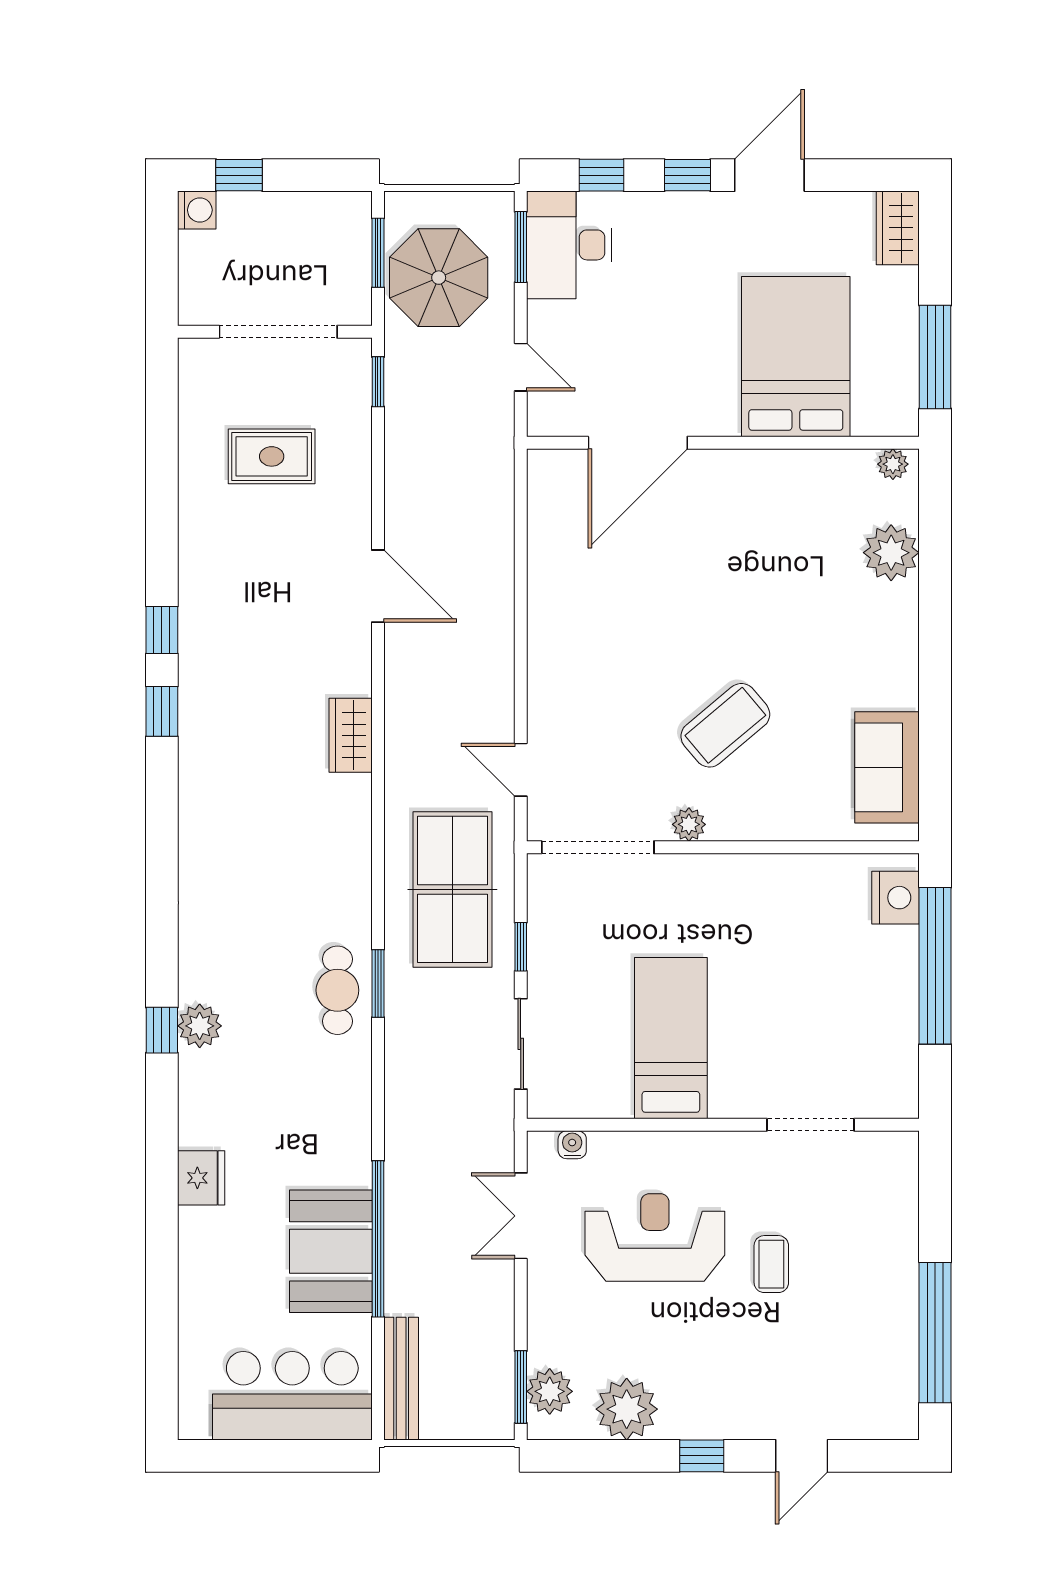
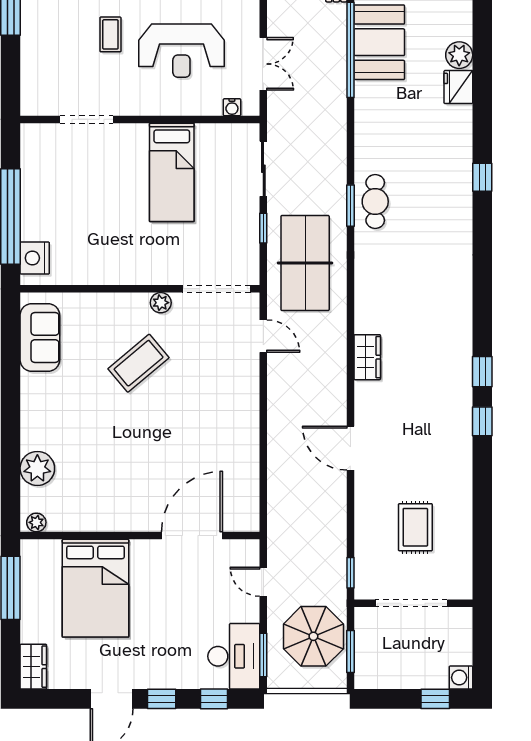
rug: (272, 456) -> (415, 527), turned 90
plant: (200, 1026) -> (459, 55), moved

